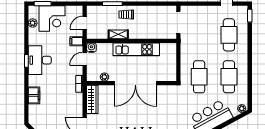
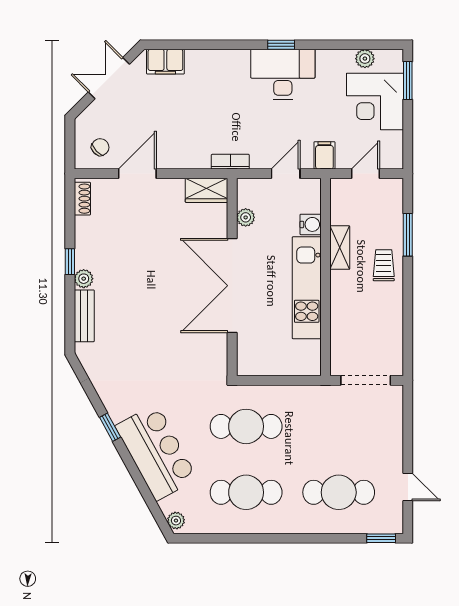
door: (85, 23) -> (365, 174), hinge flipped
water cooler: (91, 48) -> (311, 224), moved
door: (85, 59) -> (286, 174), hinge flipped
filing cabinet: (34, 95) -> (165, 62), moved
wardrobe: (92, 99) -> (207, 190), width x0.67

